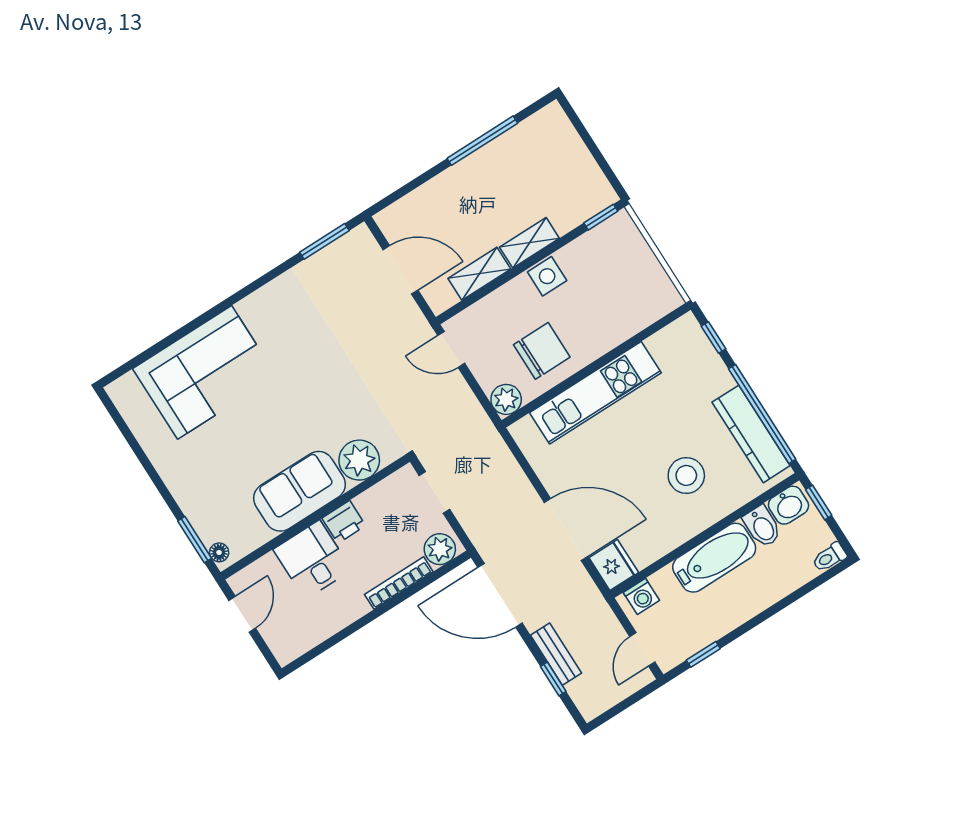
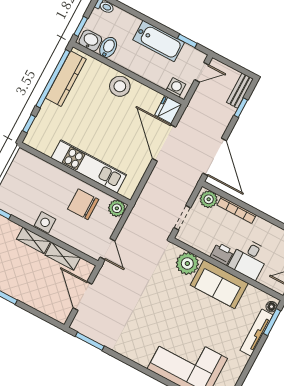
stool: (686, 475) -> (120, 86), moved
tv unit: (192, 506) -> (256, 333), added
bathtub: (714, 558) -> (159, 41), moved, turned 180
bench: (556, 654) -> (240, 91), moved

